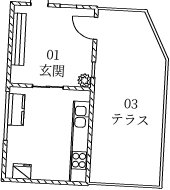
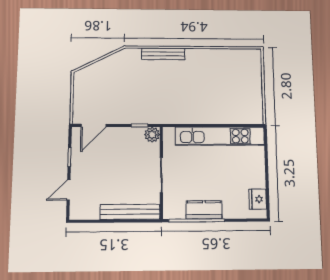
bench: (18, 39) -> (130, 212), moved
bench: (159, 94) -> (163, 54), added
kitchen counter: (16, 110) -> (204, 210), moved

